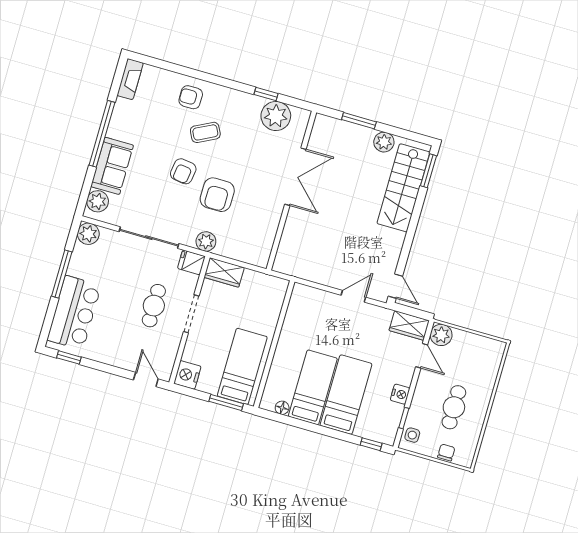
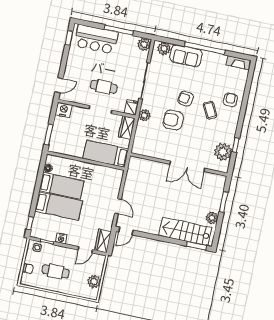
plant: (441, 335) -> (94, 282), moved
bed: (242, 366) -> (106, 154), moved, turned 180

